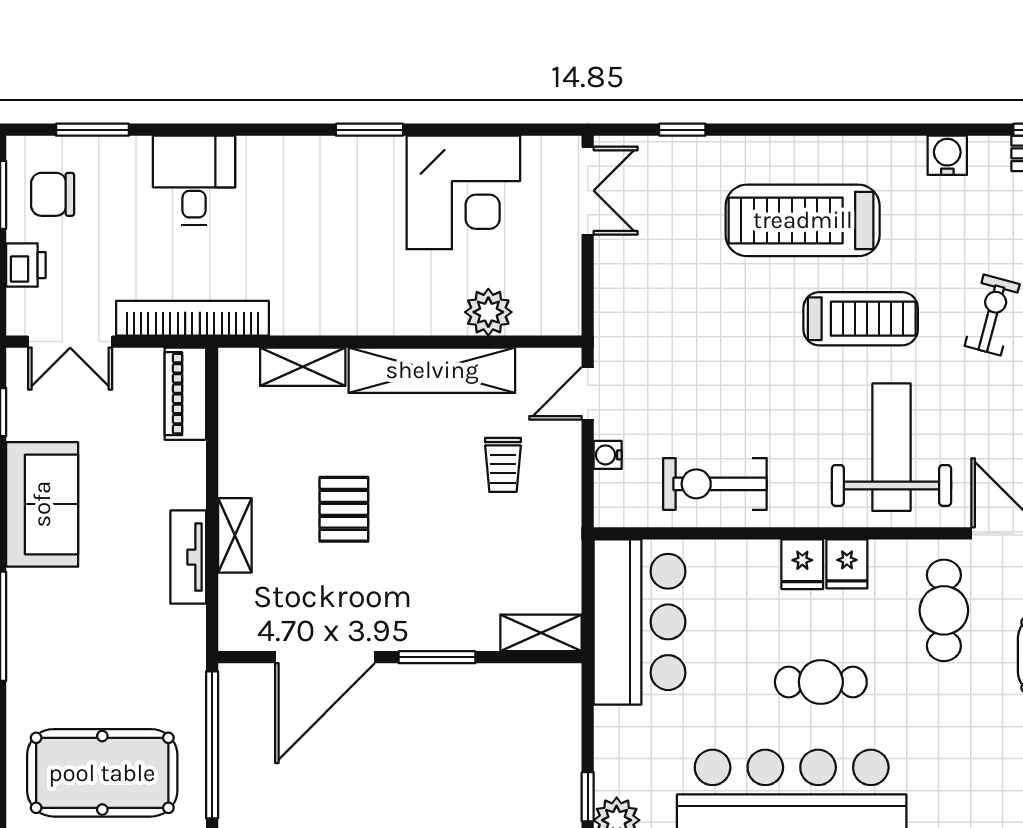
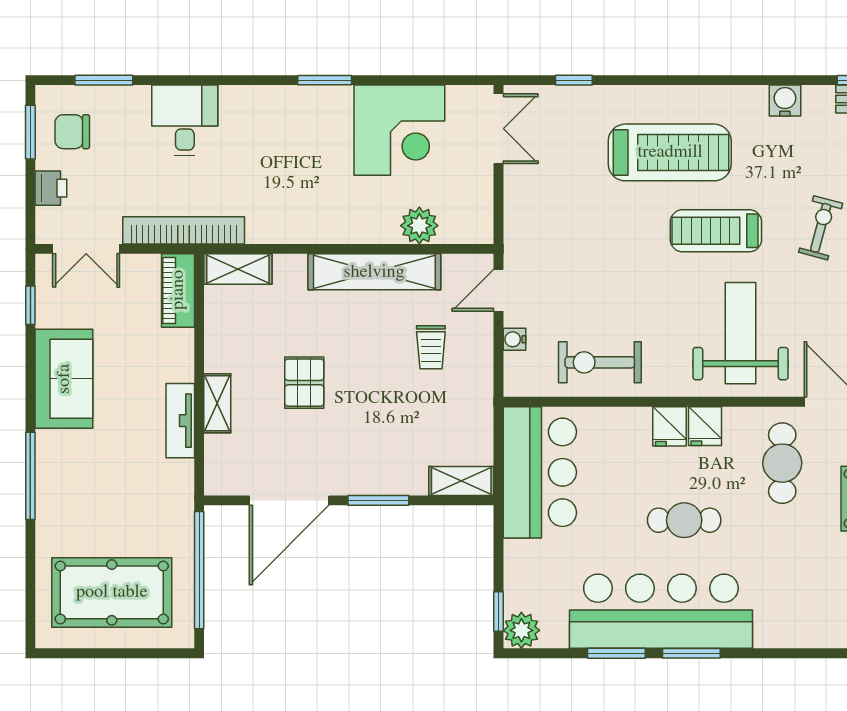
treadmill: (803, 220) -> (670, 152), turned 180
treadmill: (861, 319) -> (716, 231), turned 180
shelving: (303, 367) -> (238, 269), moved

